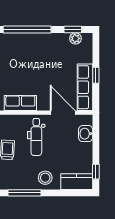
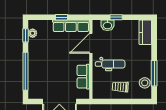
window: (96, 172) -> (116, 17), moved
stool: (45, 178) -> (145, 83), moved

